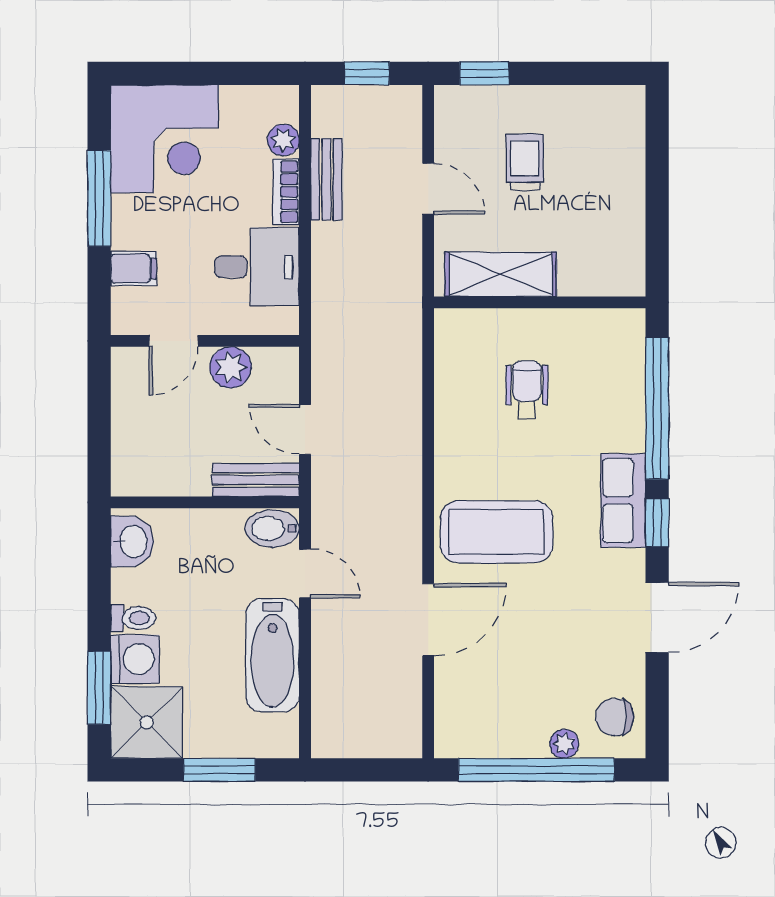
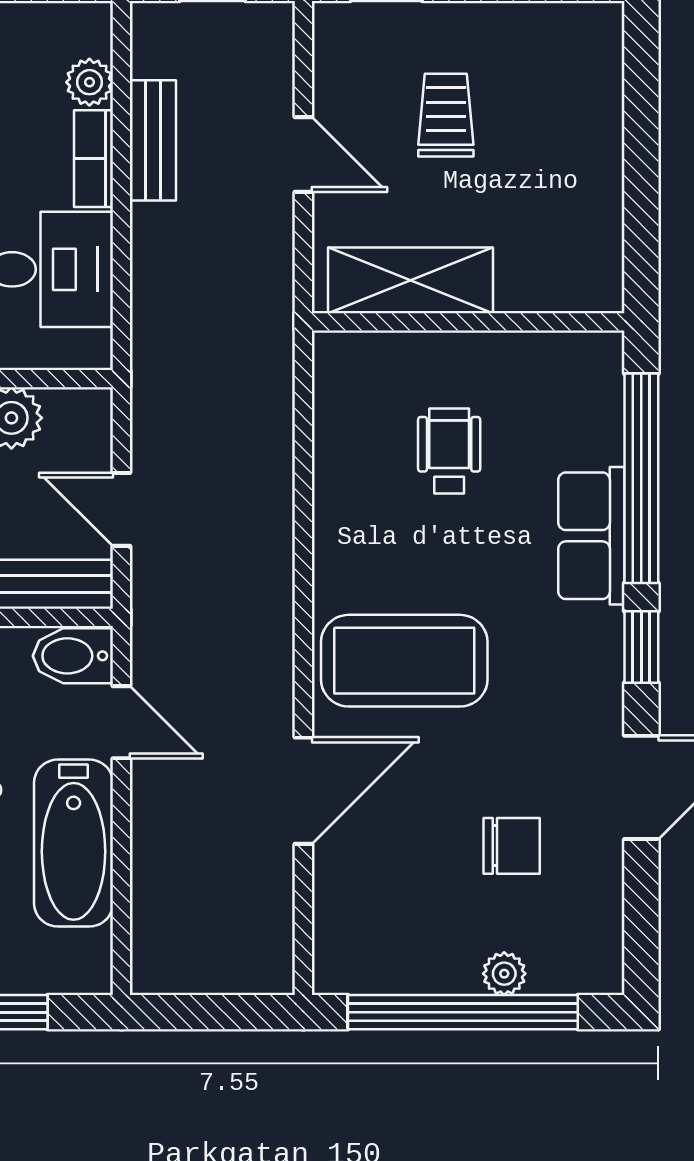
row of seats: (623, 500) -> (591, 536), moved
chair: (615, 717) -> (512, 846), moved, turned 180

